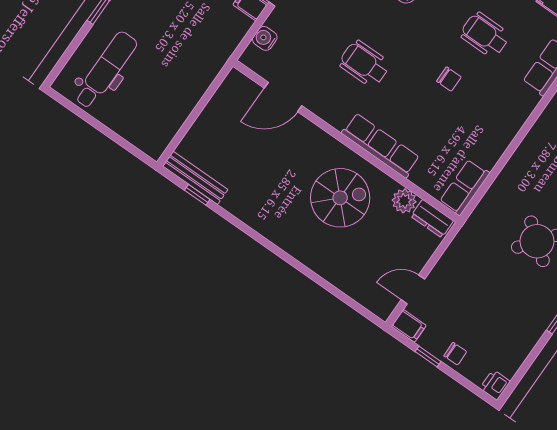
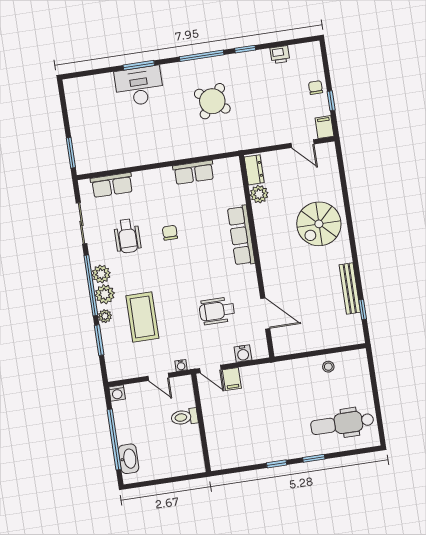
wheelchair: (364, 64) -> (217, 311), moved, turned 90
stool: (173, 109) -> (328, 367), added
bench: (195, 178) -> (350, 288), moved
row of seats: (465, 187) -> (194, 172), moved
spiral stairs: (340, 198) -> (319, 224), moved, turned -90
printer: (495, 385) -> (280, 55), moved

